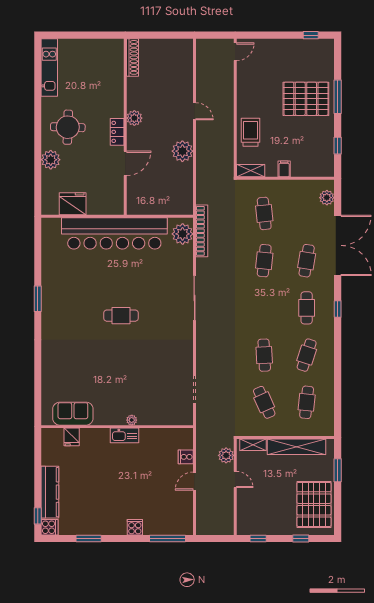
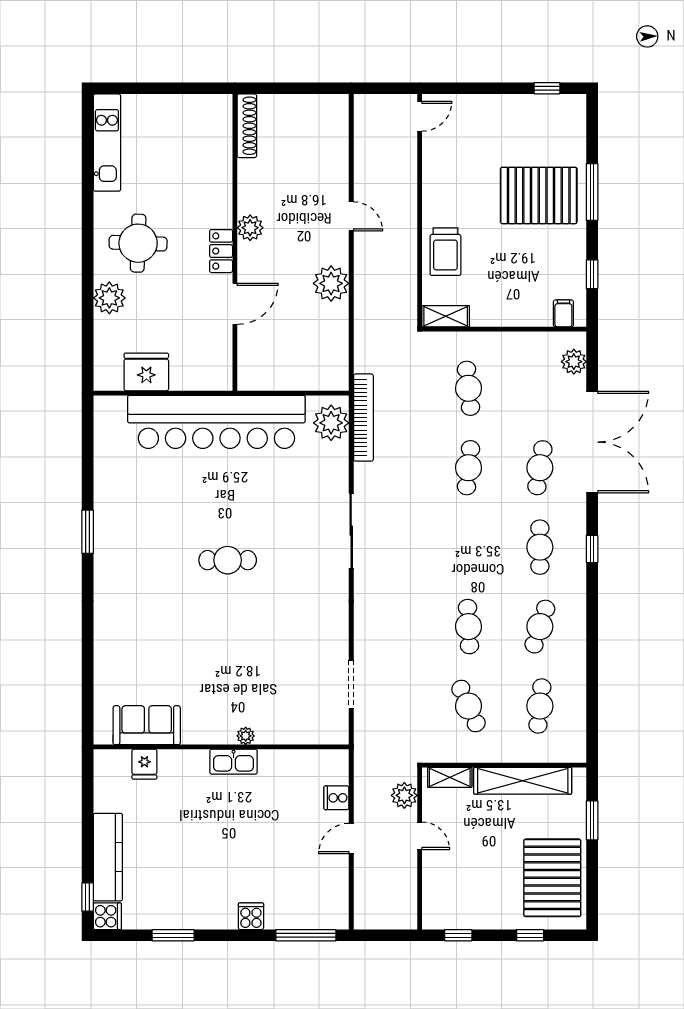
trolley: (250, 132) -> (445, 252), turned 180
filing cabinet: (284, 169) -> (563, 313), moved

